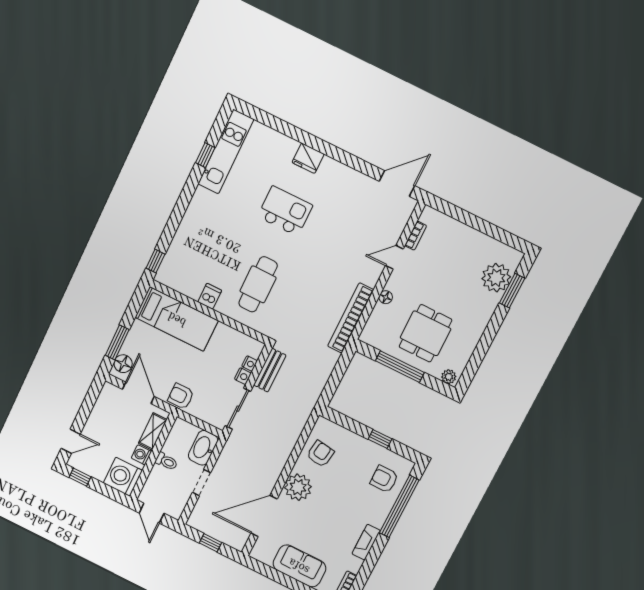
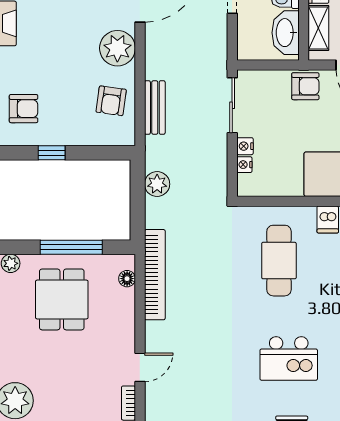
floor lamp: (386, 297) -> (127, 279), moved
bench: (270, 370) -> (155, 108), moved
plant: (317, 381) -> (157, 184), added
washbasin: (203, 448) -> (286, 33), moved, turned 180

